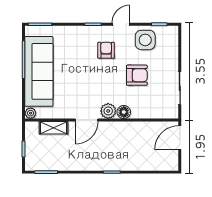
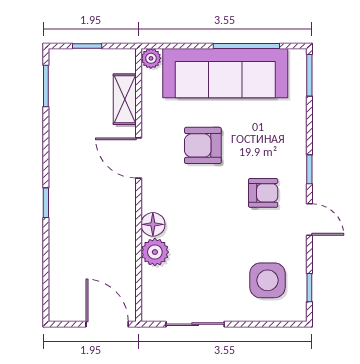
side table: (145, 40) -> (267, 280), moved
armchair: (137, 75) -> (203, 145), moved, turned 90
plant: (108, 111) -> (155, 252), moved

